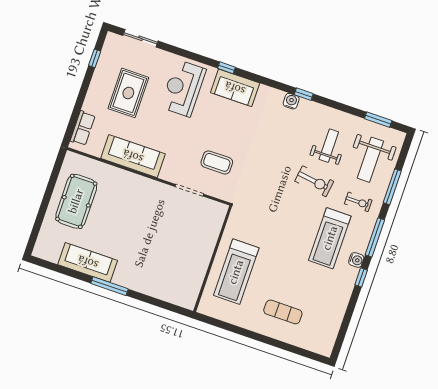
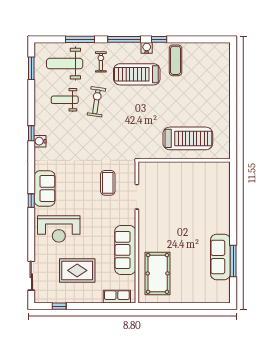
weight bench: (370, 160) -> (65, 64), turned 180
pool table: (76, 201) -> (158, 273), moved, turned 90
treadmill: (330, 238) -> (137, 74), turned 180
window: (110, 286) -> (233, 261), moved
exercise mat: (283, 312) -> (176, 60), moved

